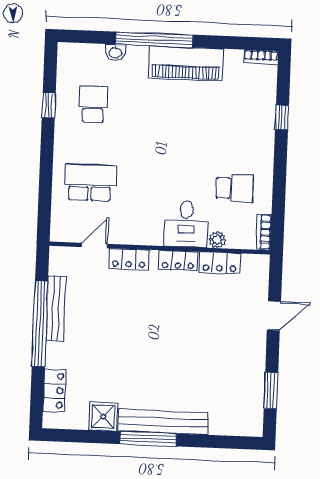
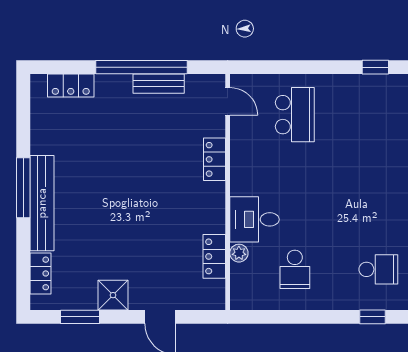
school desk: (93, 104) -> (378, 269), moved
bookcase: (264, 232) -> (249, 302), removed
door: (95, 245) -> (228, 101), moved
locker: (178, 261) -> (40, 273), moved, turned 180
bench: (56, 308) -> (159, 84), width x0.73
shower: (103, 417) -> (113, 295), moved

